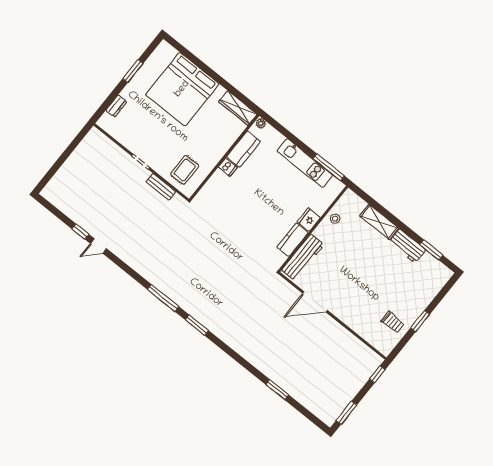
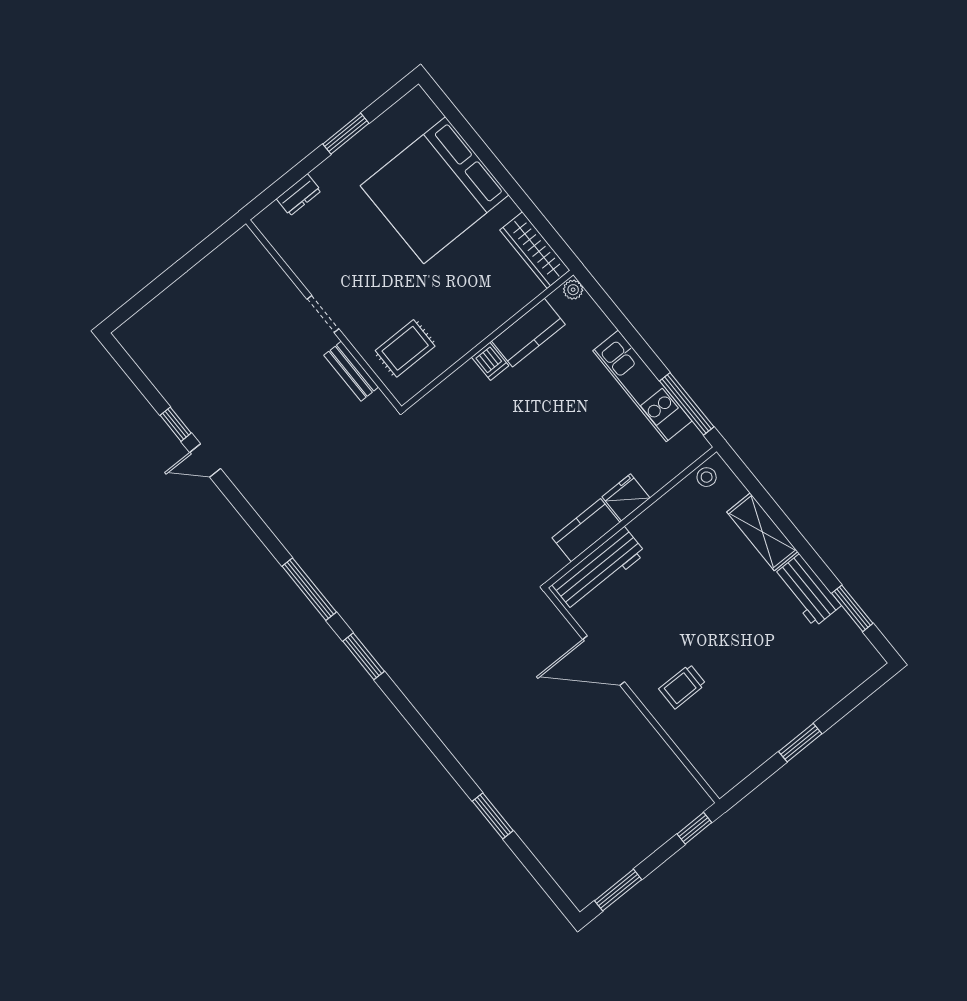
stool: (335, 219) -> (707, 477), moved
trolley: (393, 322) -> (682, 686), moved, turned 90

